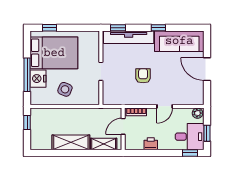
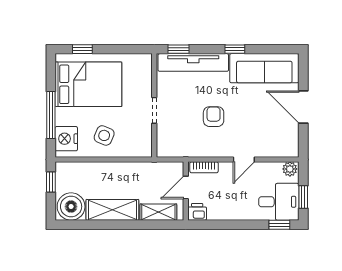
nightstand: (38, 79) -> (66, 139), moved
boiler: (41, 140) -> (71, 207), added
printer: (151, 144) -> (197, 212), moved

